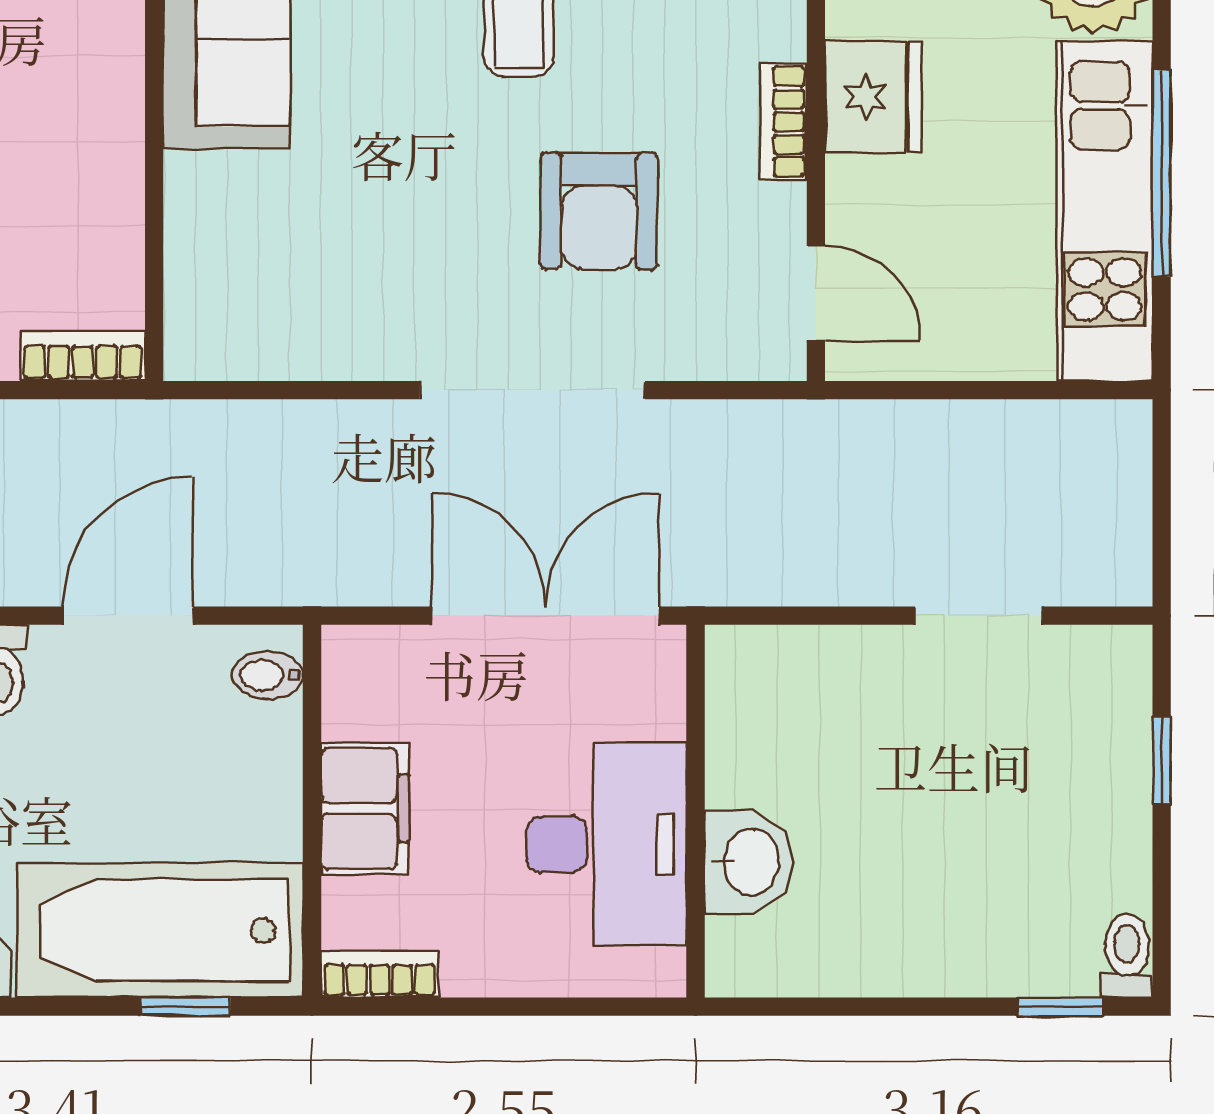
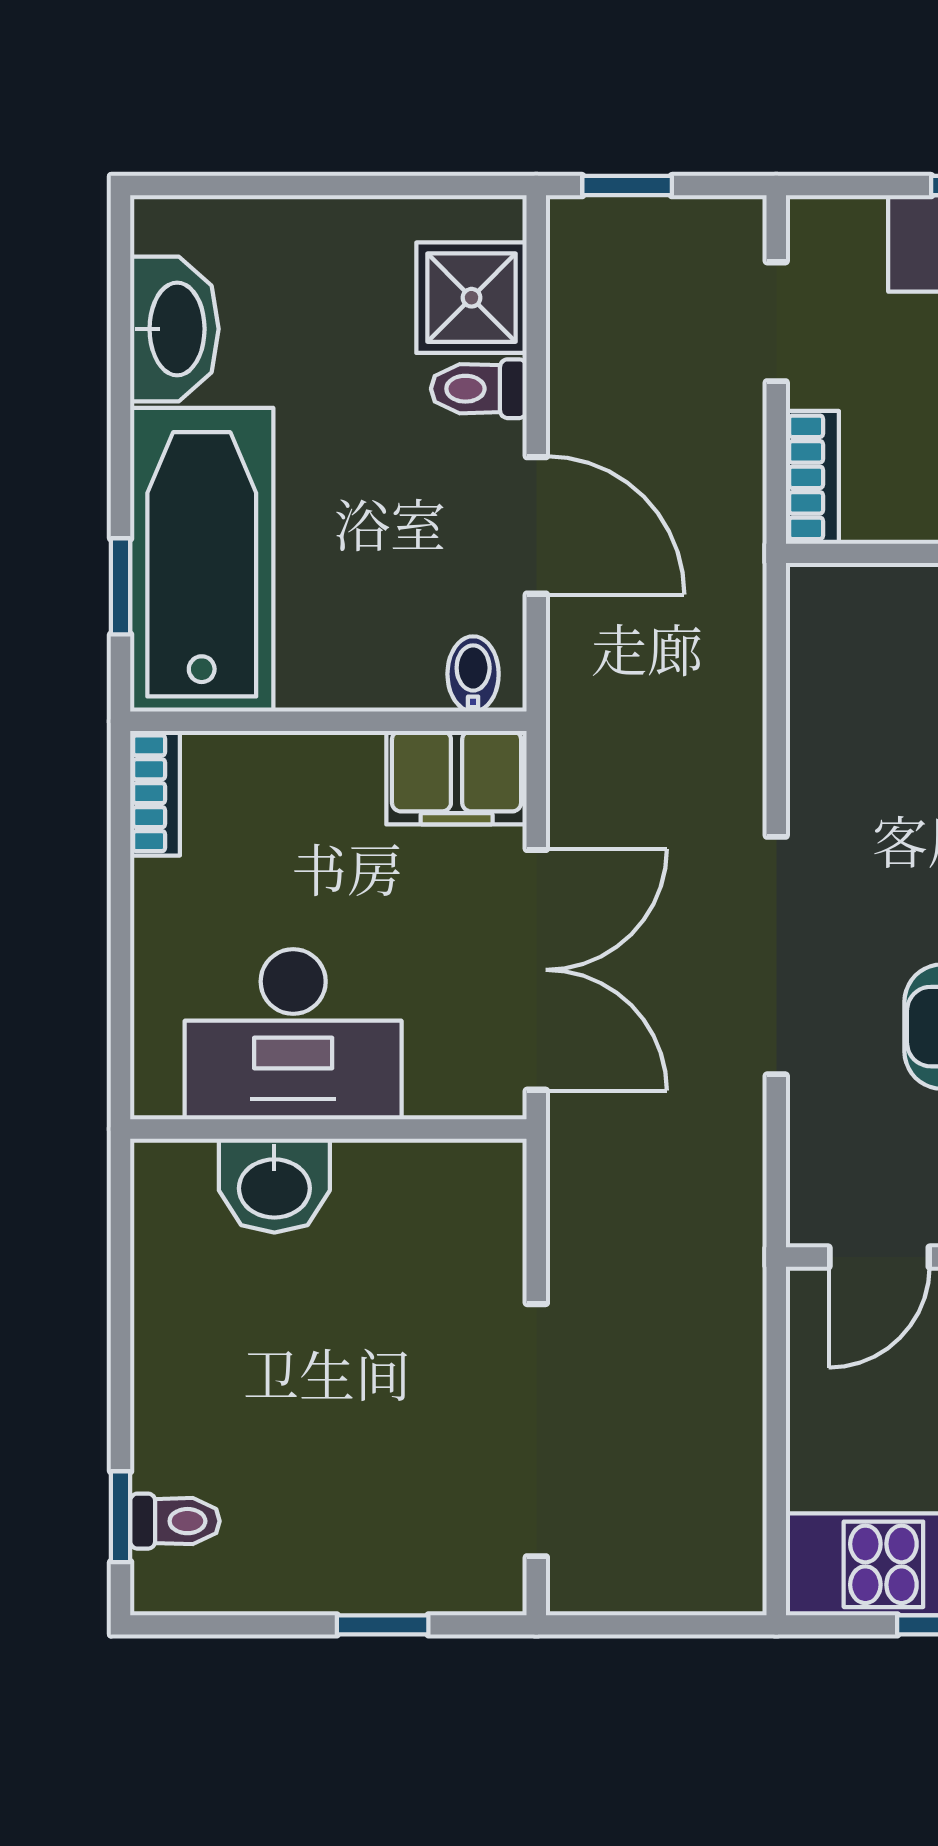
doorway: (979, 616) -> (536, 1430), width x1.87
filing cabinet: (365, 808) -> (457, 778), moved
toilet: (1127, 956) -> (175, 1521), moved

